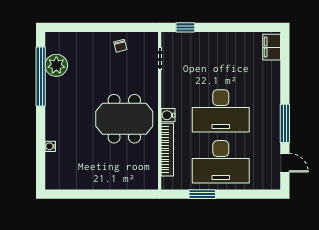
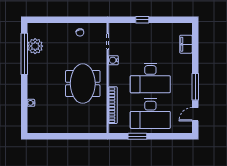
window: (185, 27) -> (142, 20), moved
filing cabinet: (272, 47) -> (186, 44), moved
water cooler: (168, 115) -> (113, 60), moved
meeting table: (124, 119) -> (83, 84), turned 90
door: (285, 163) -> (195, 114), swing flipped

